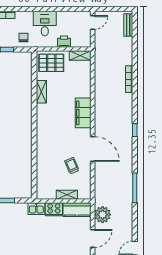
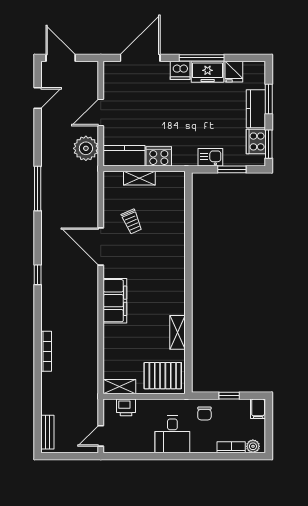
printer: (64, 42) -> (126, 407), moved
kitchen sink: (36, 209) -> (210, 157), moved

